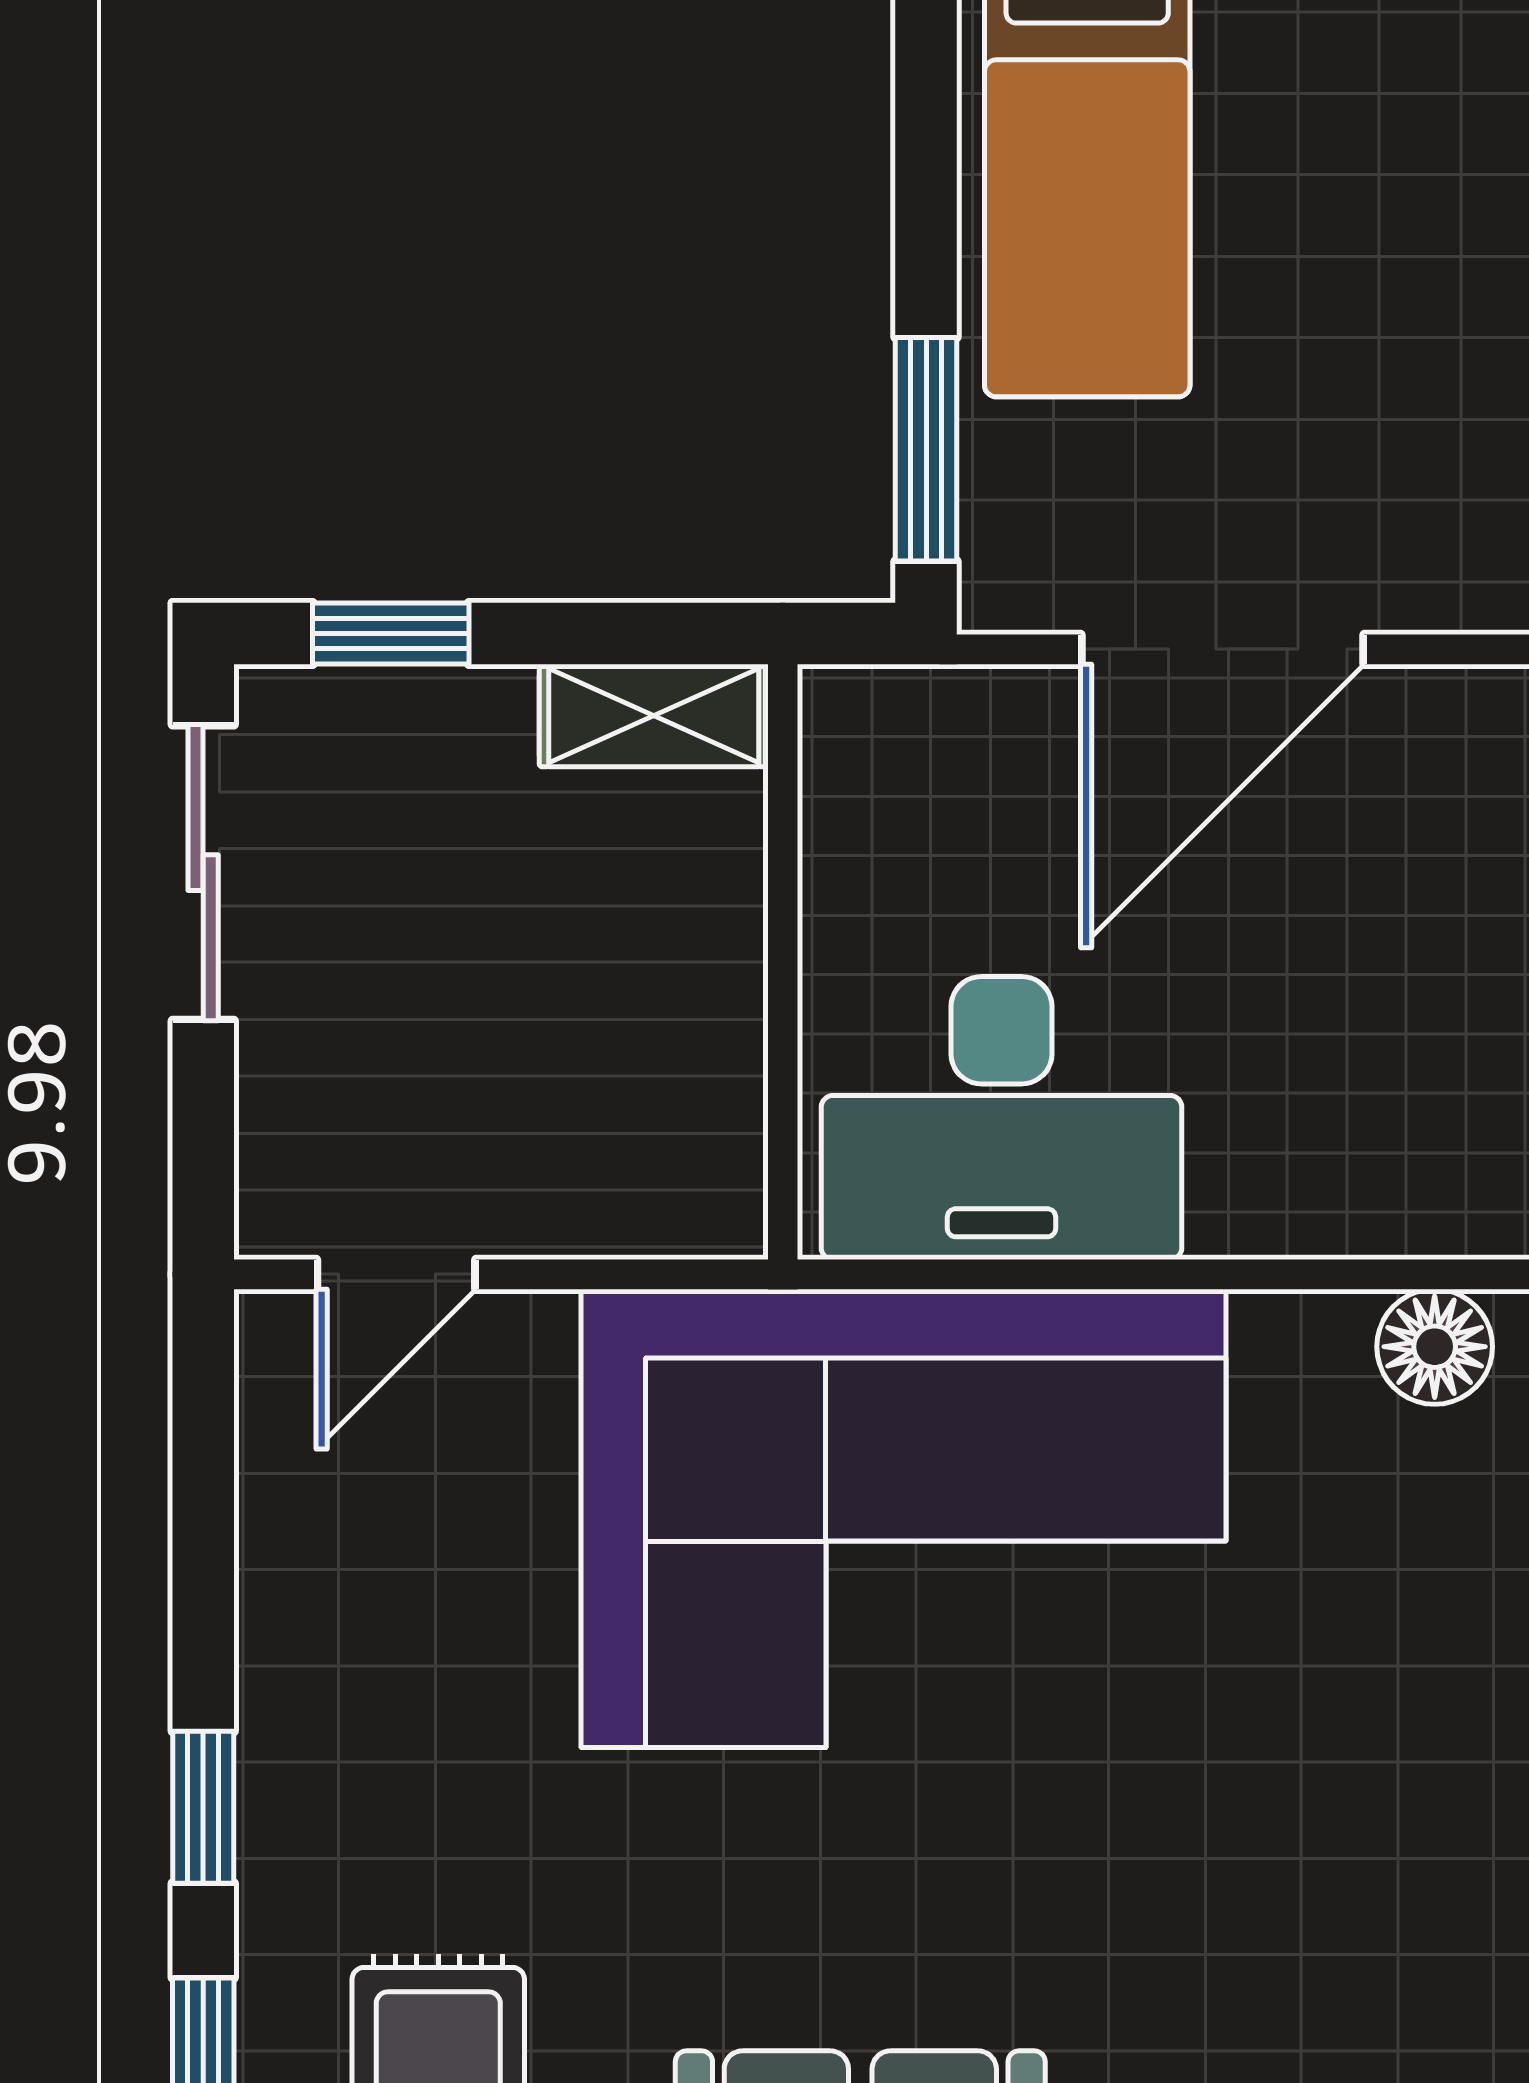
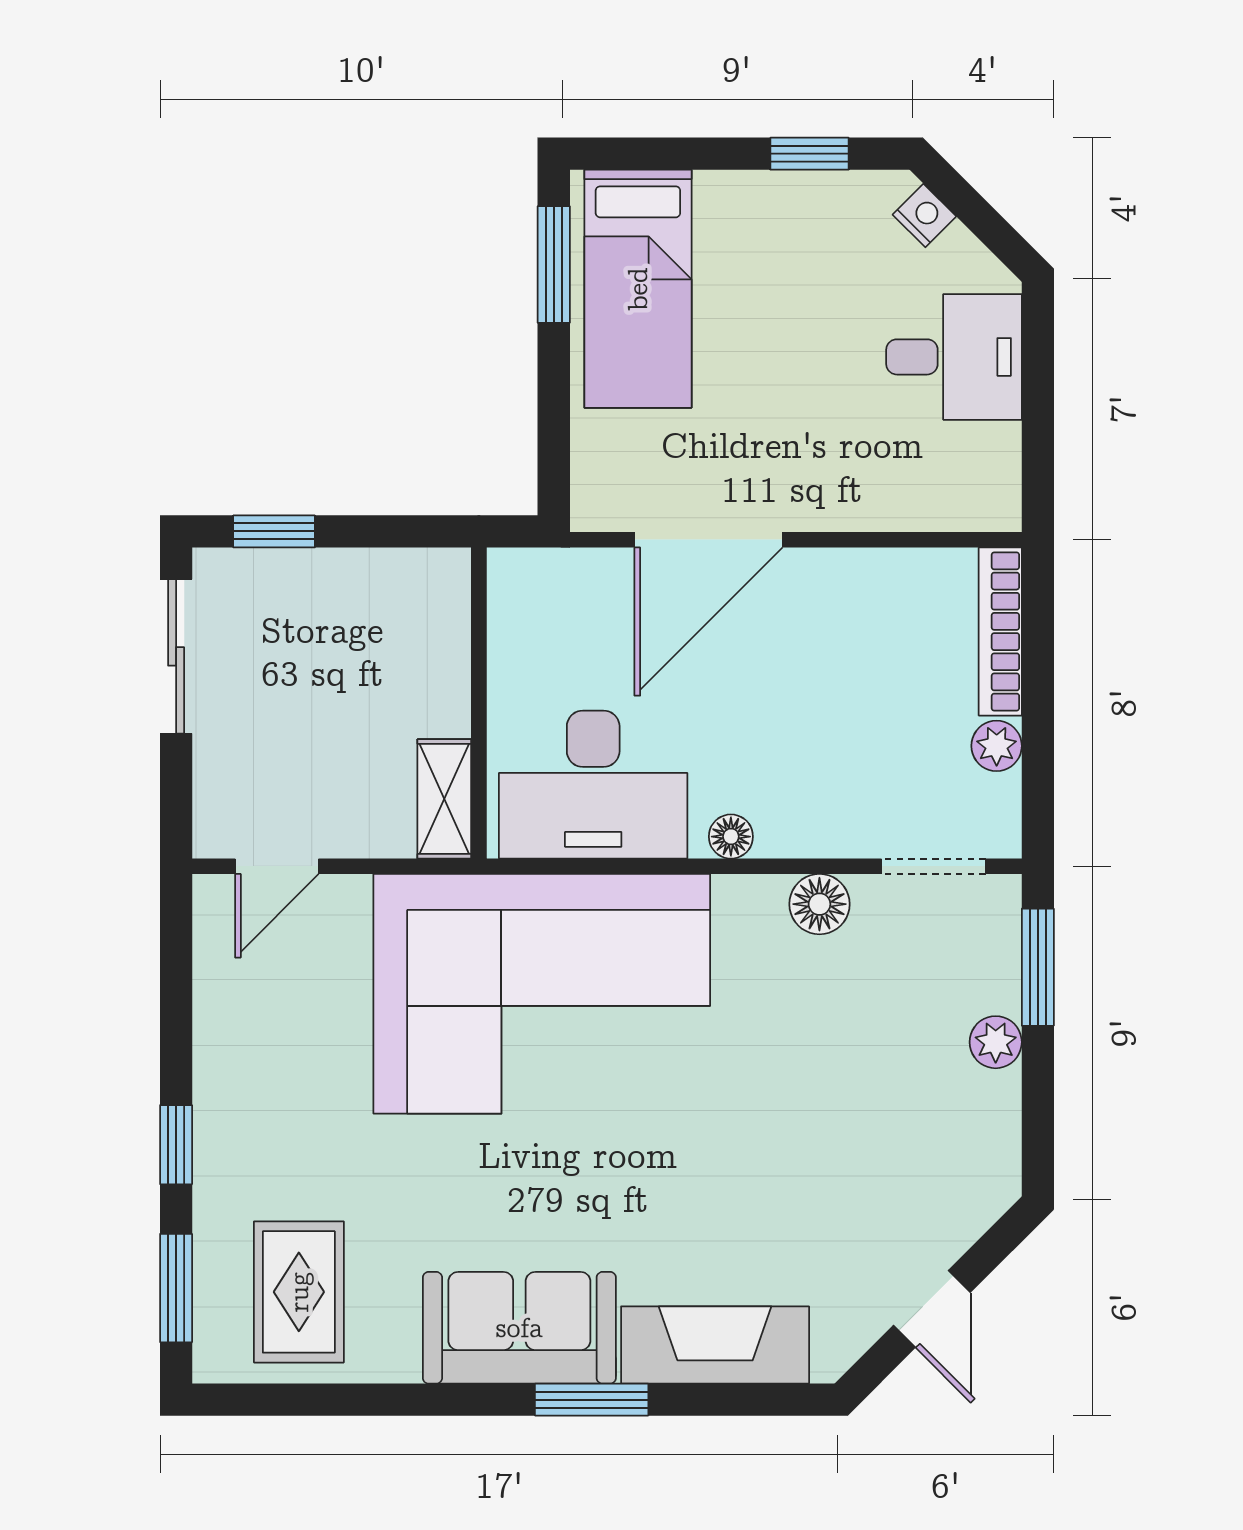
window: (926, 449) -> (554, 264), moved
shelving: (654, 716) -> (444, 799), moved, turned 90
floor lamp: (1265, 1217) -> (731, 837), added

